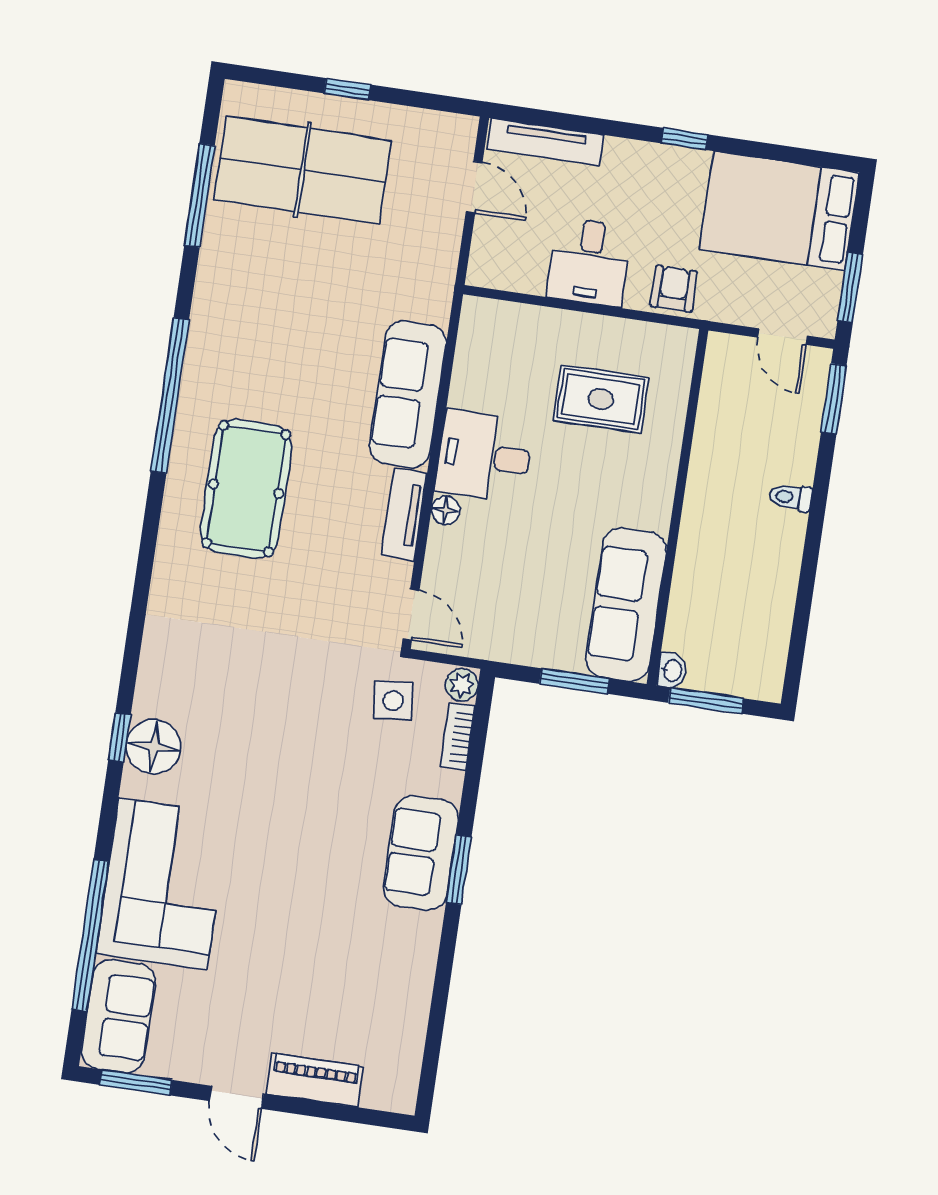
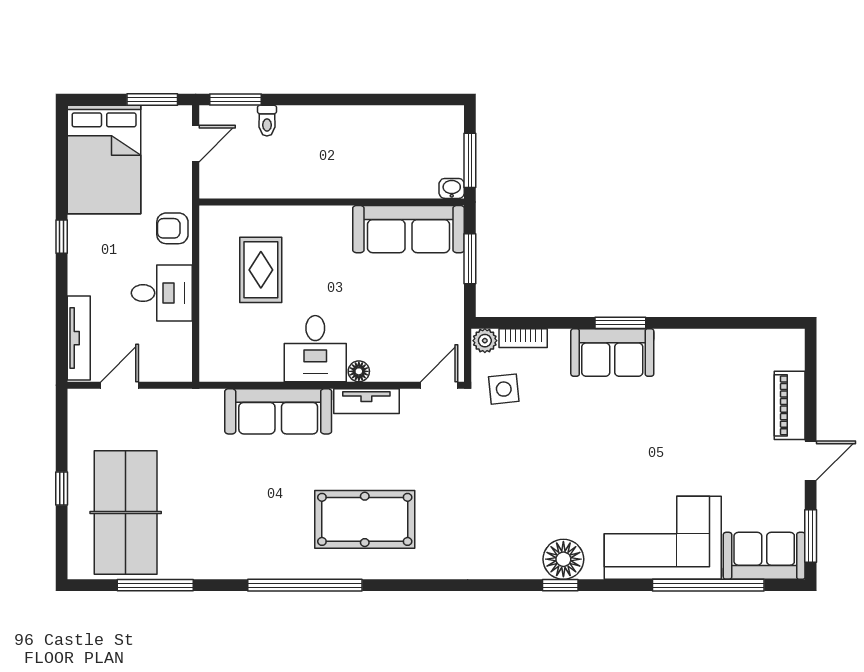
toilet: (790, 497) -> (267, 121), moved

